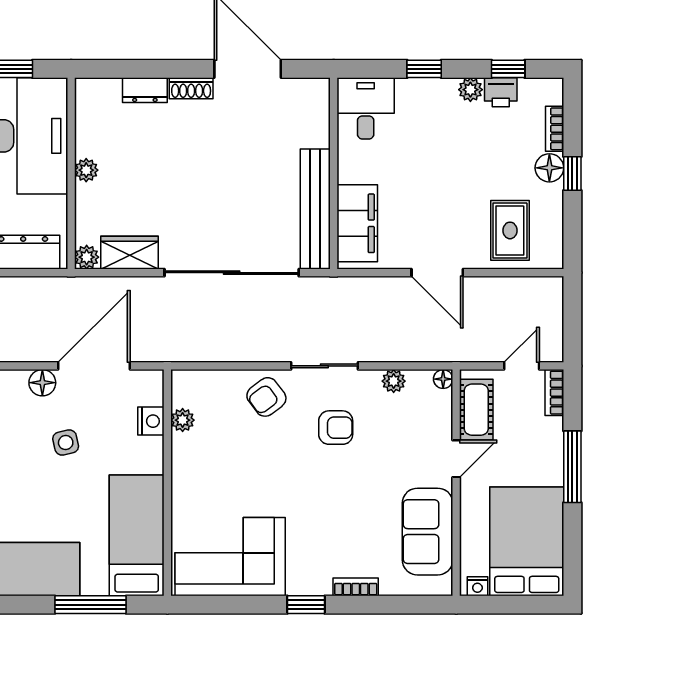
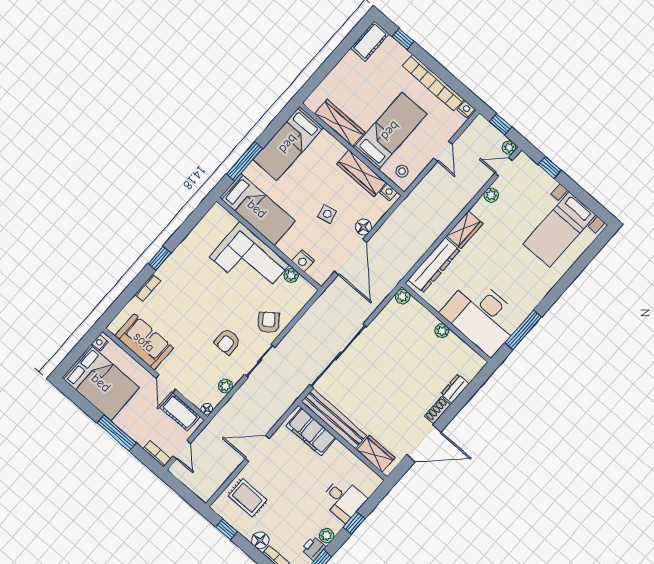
desk: (366, 108) -> (343, 499), moved
window: (572, 174) -> (227, 529), moved
wardrobe: (130, 253) -> (376, 454), moved, turned -90
corner sofa: (230, 557) -> (249, 261), moved, turned 90

